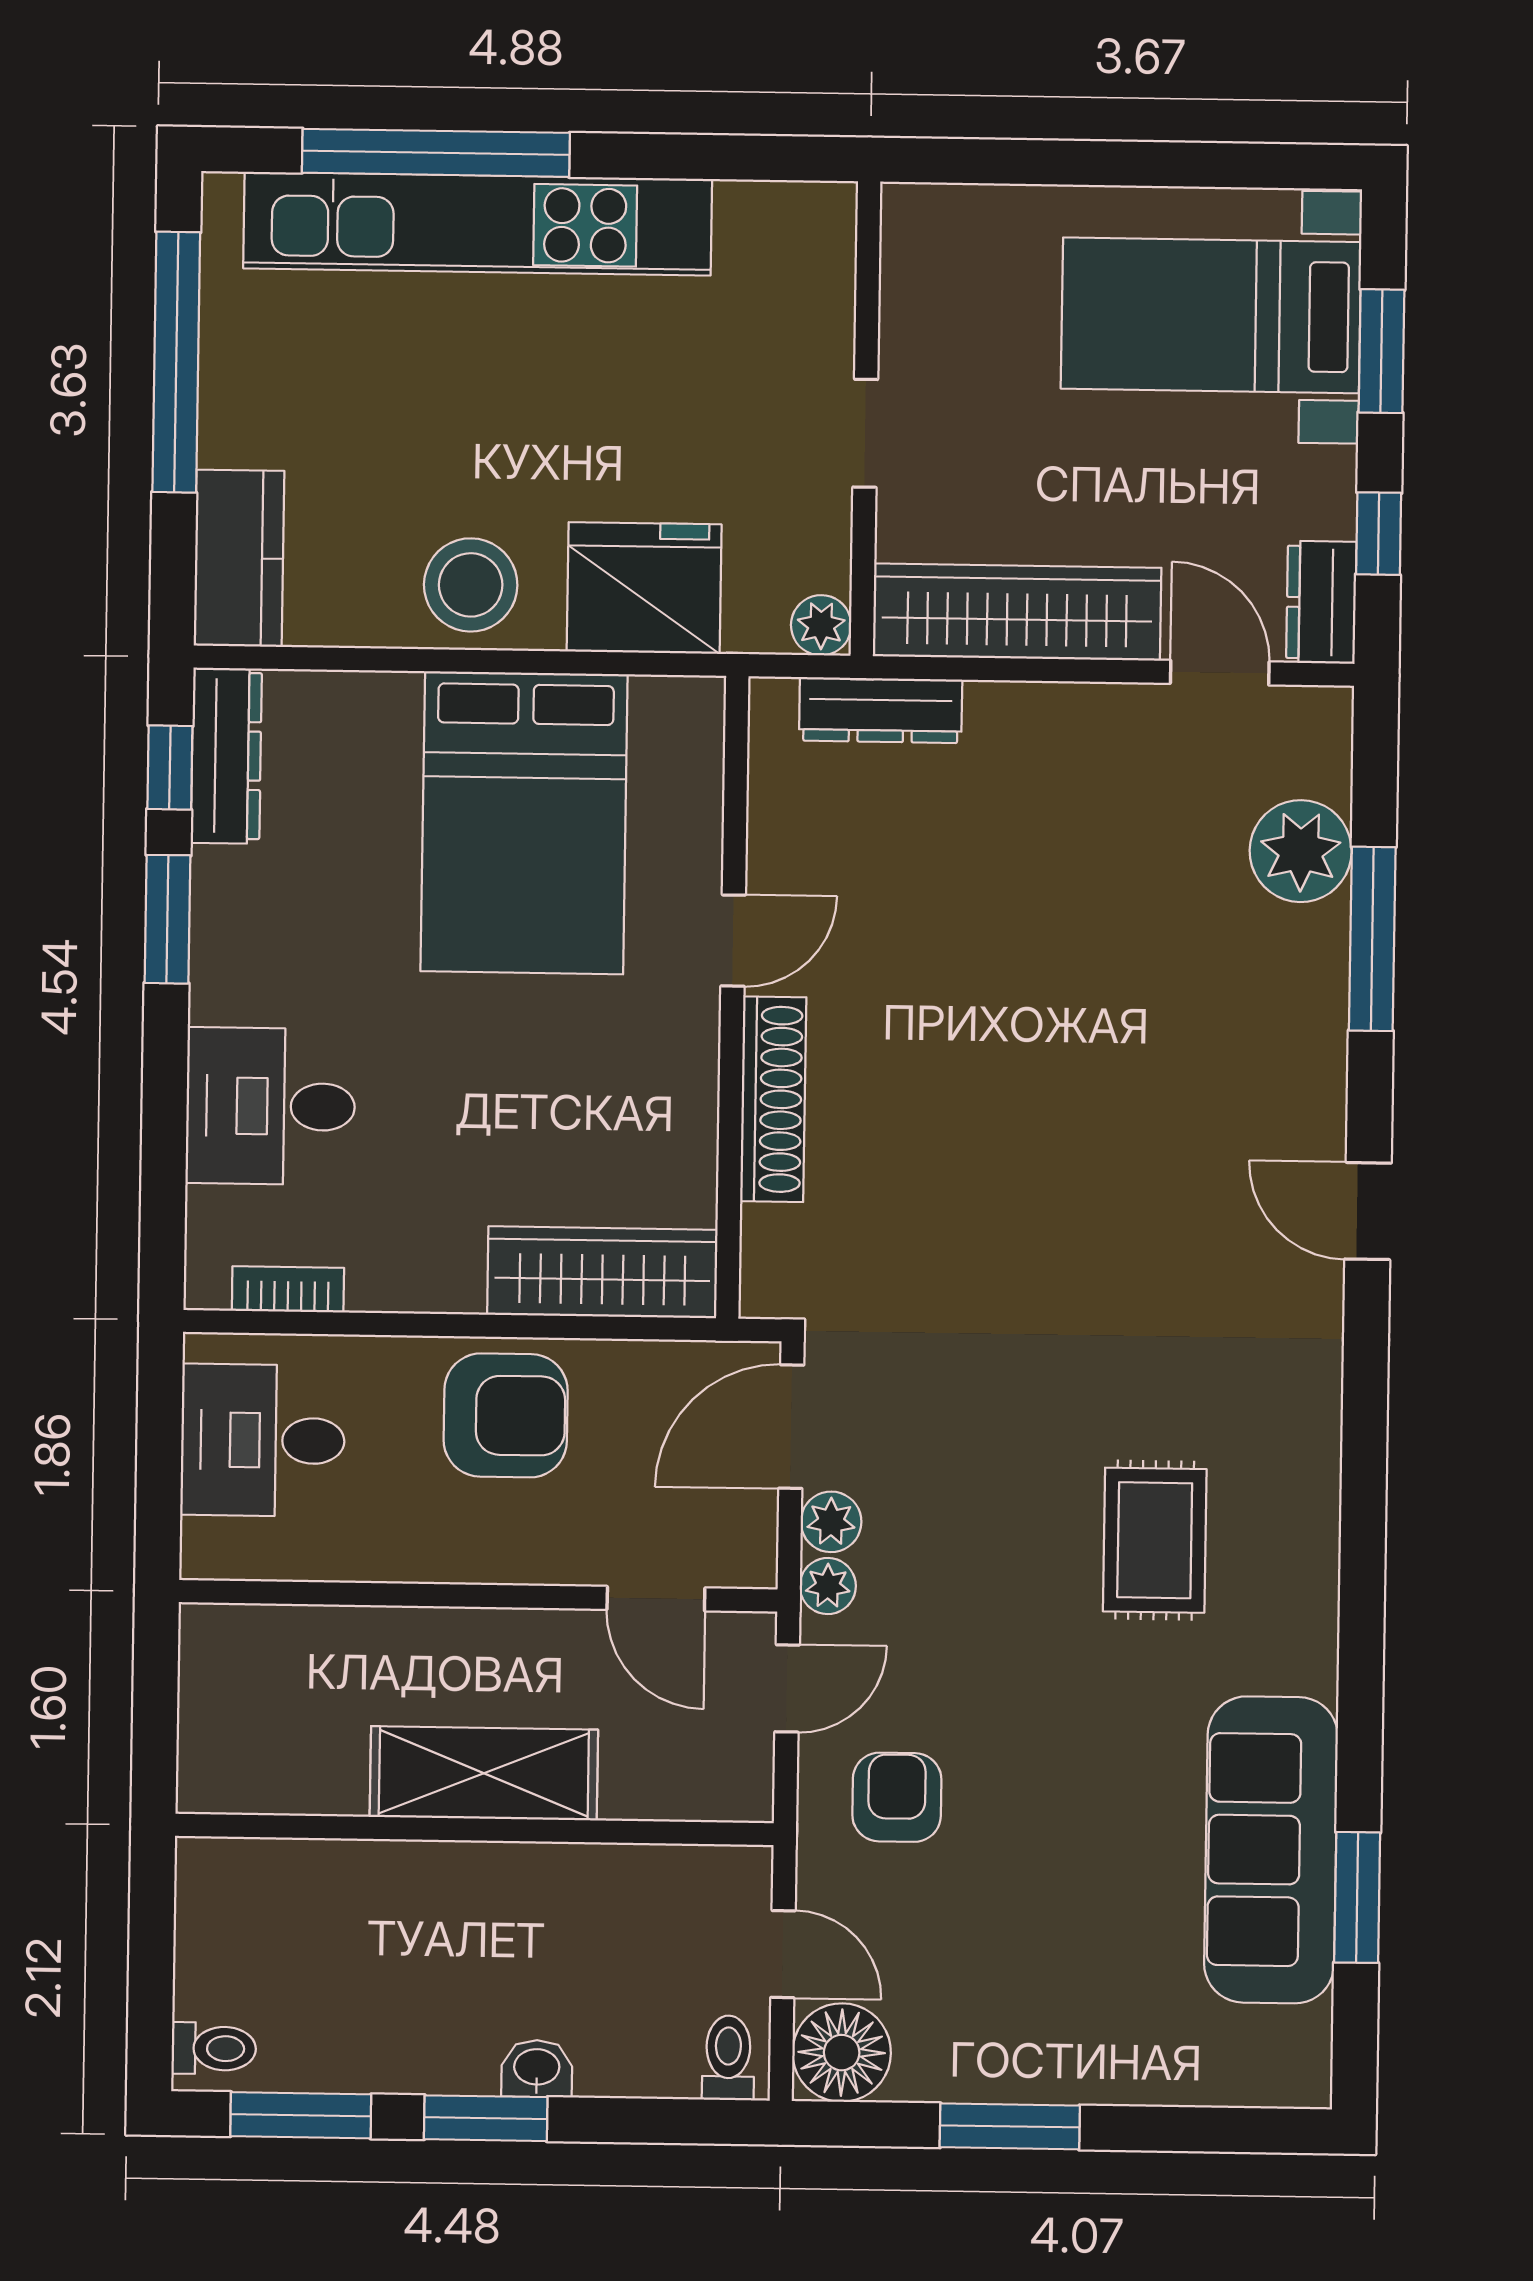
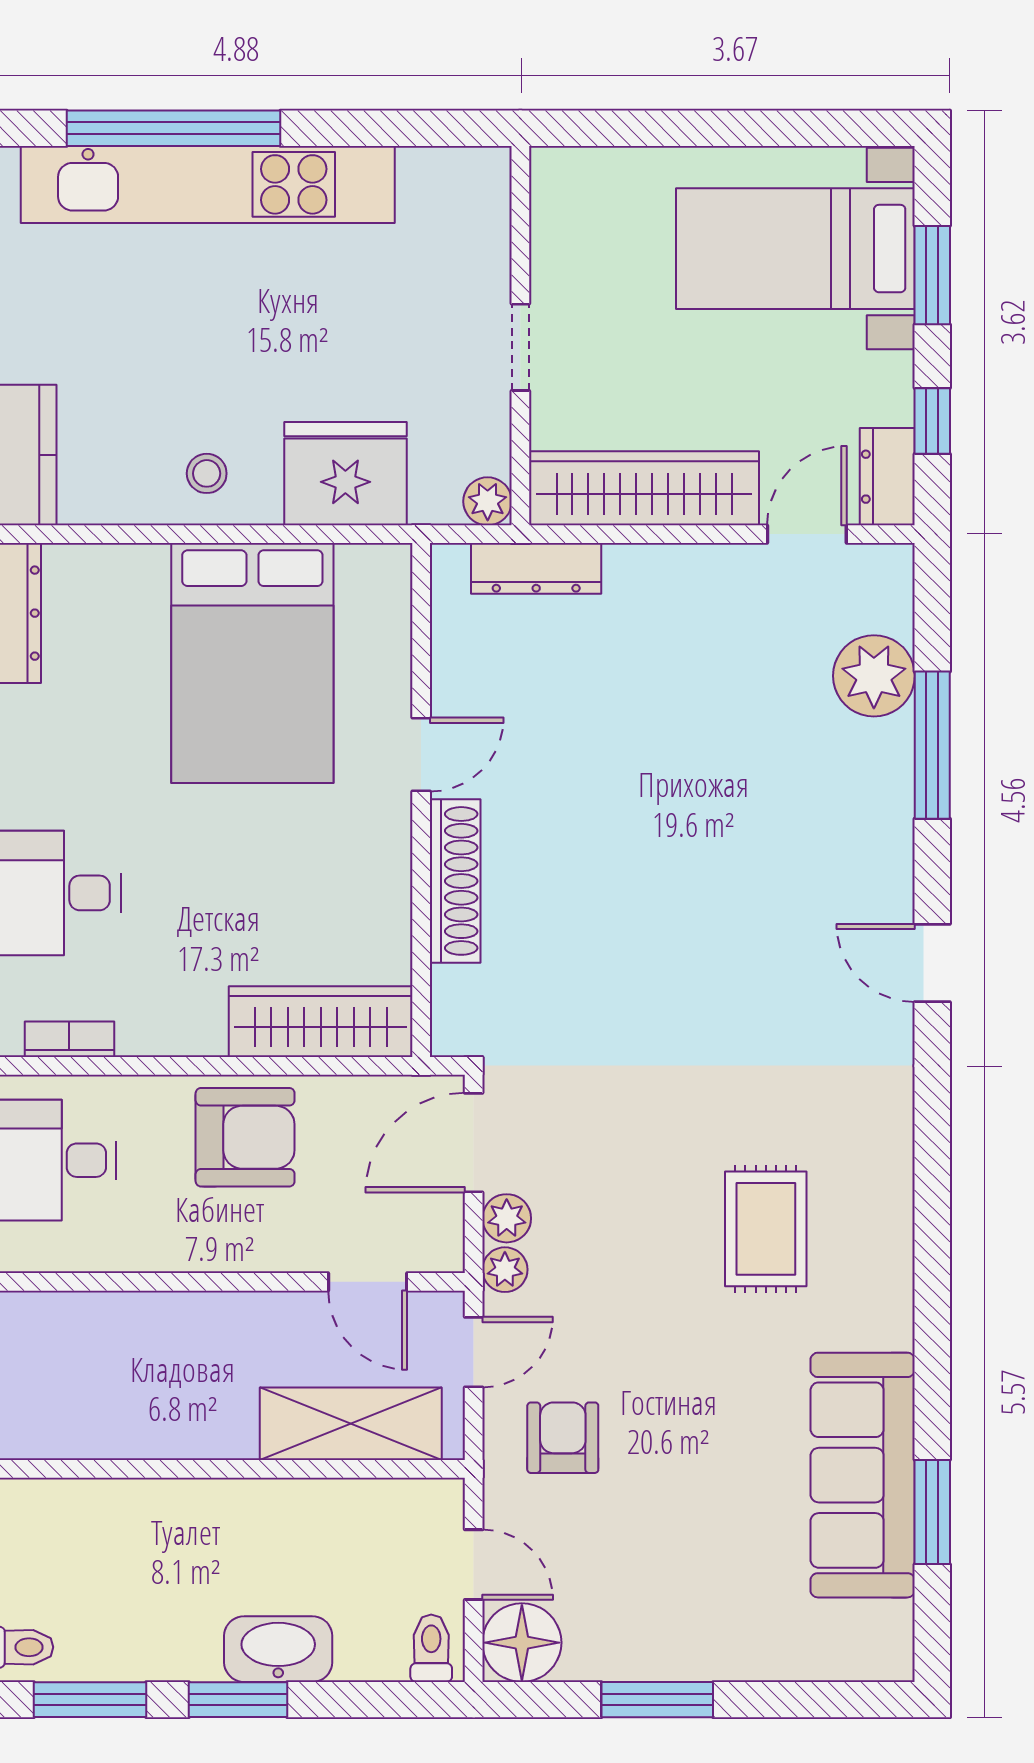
stool: (471, 585) -> (207, 473), width x0.53, depth x0.53
door: (1220, 673) -> (807, 534), hinge flipped
shelving: (484, 1773) -> (351, 1424), moved
washbasin: (537, 2069) -> (278, 1649), width x1.91, depth x1.45

